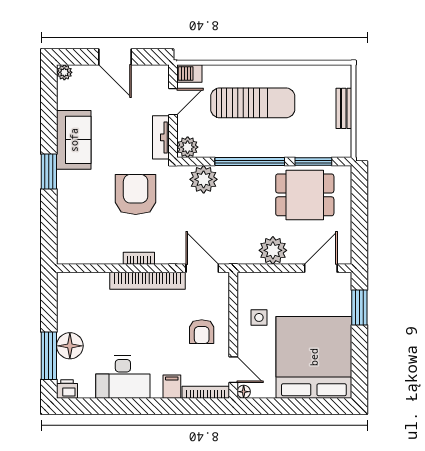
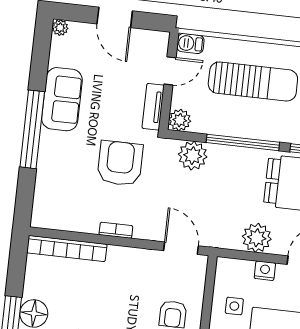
window: (49, 172) -> (32, 129), width x2.11
bookcase: (147, 281) -> (67, 248), moved
nightstand: (284, 281) -> (265, 271), added

